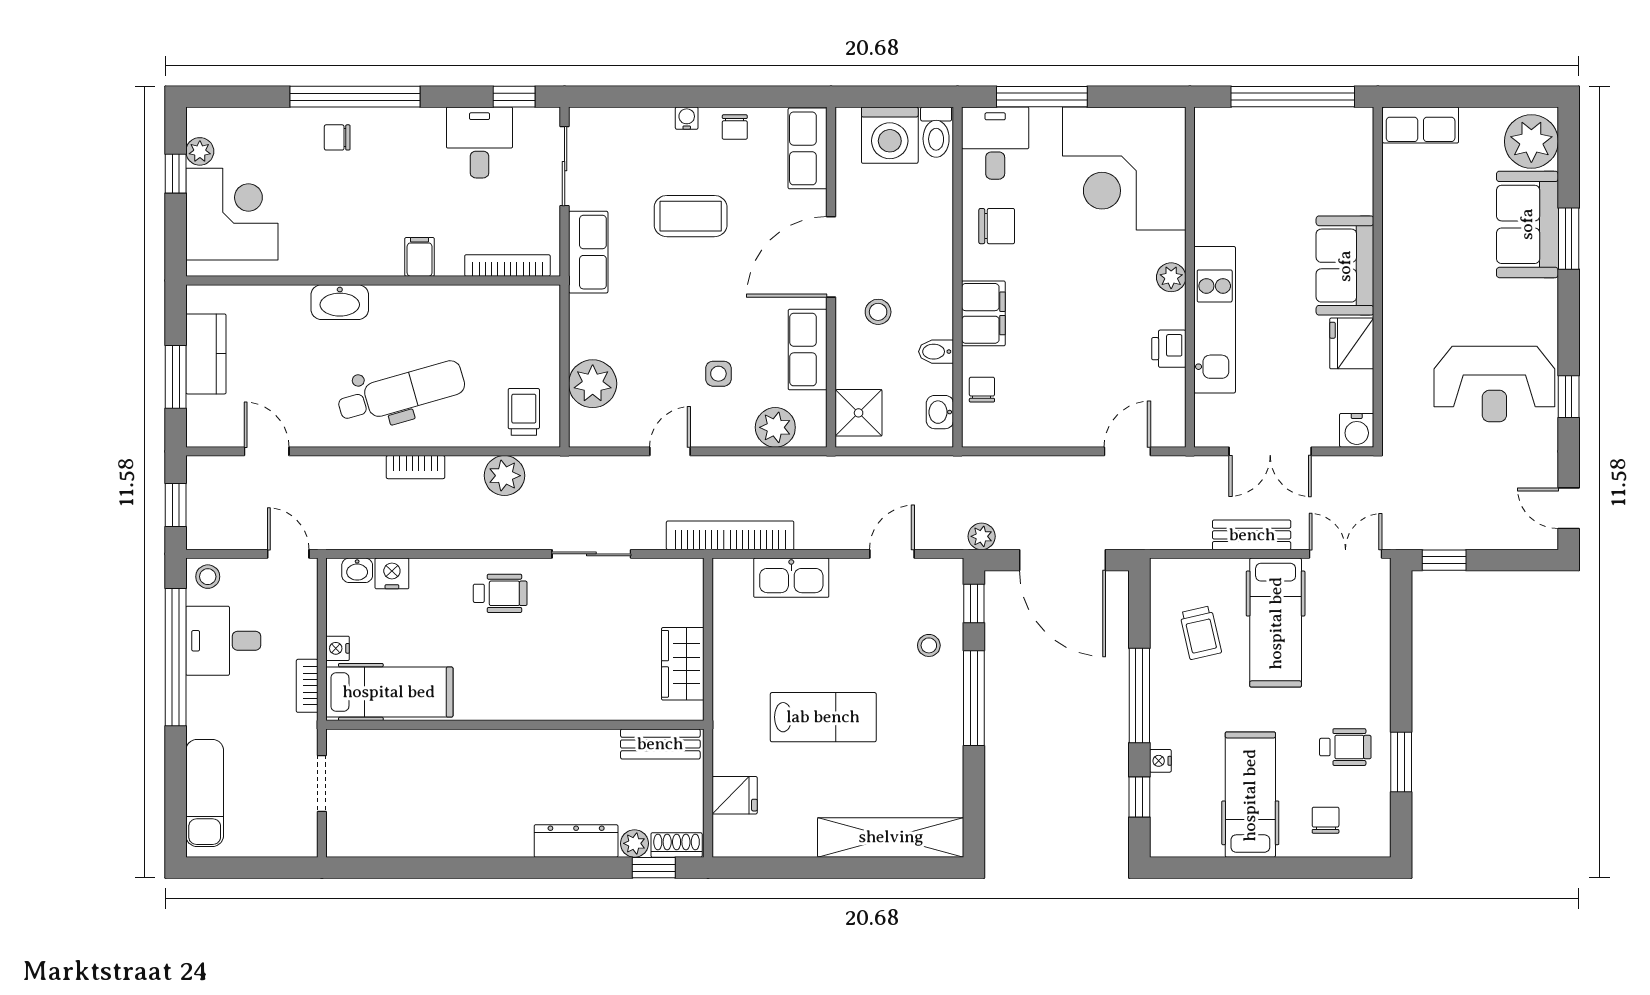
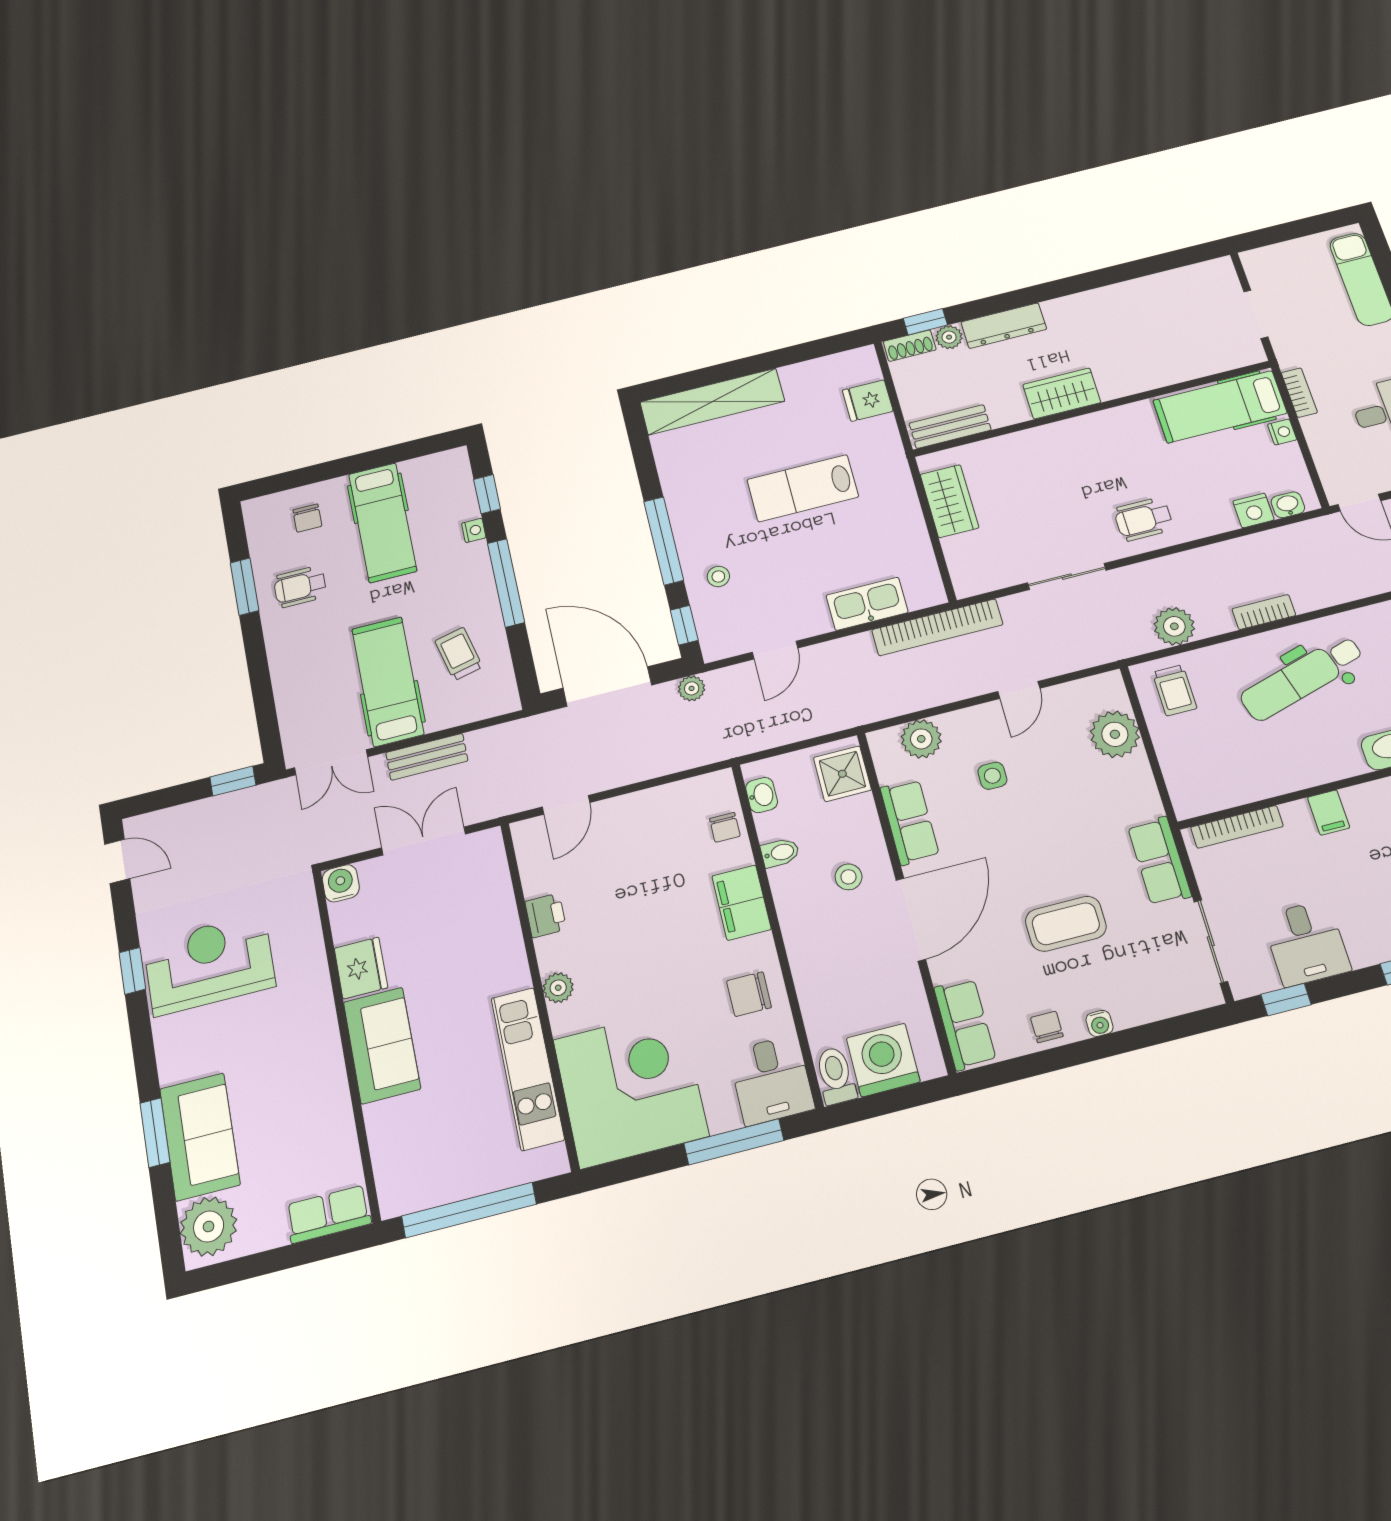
kitchen unit: (1215, 320) -> (528, 1069), moved
wardrobe: (540, 750) -> (1062, 393), added

